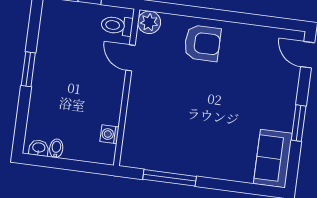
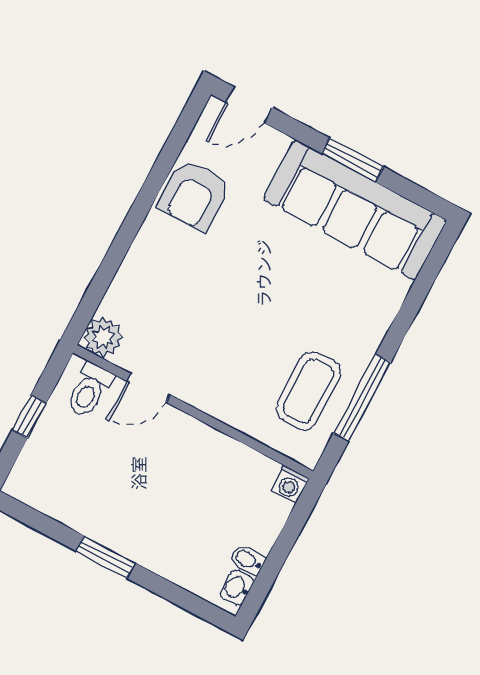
armchair: (202, 43) -> (194, 195), moved, turned 180
washing machine: (109, 134) -> (290, 484), moved
coffee table: (162, 147) -> (308, 391), added
sofa: (273, 159) -> (355, 210), width x1.85, depth x1.27

